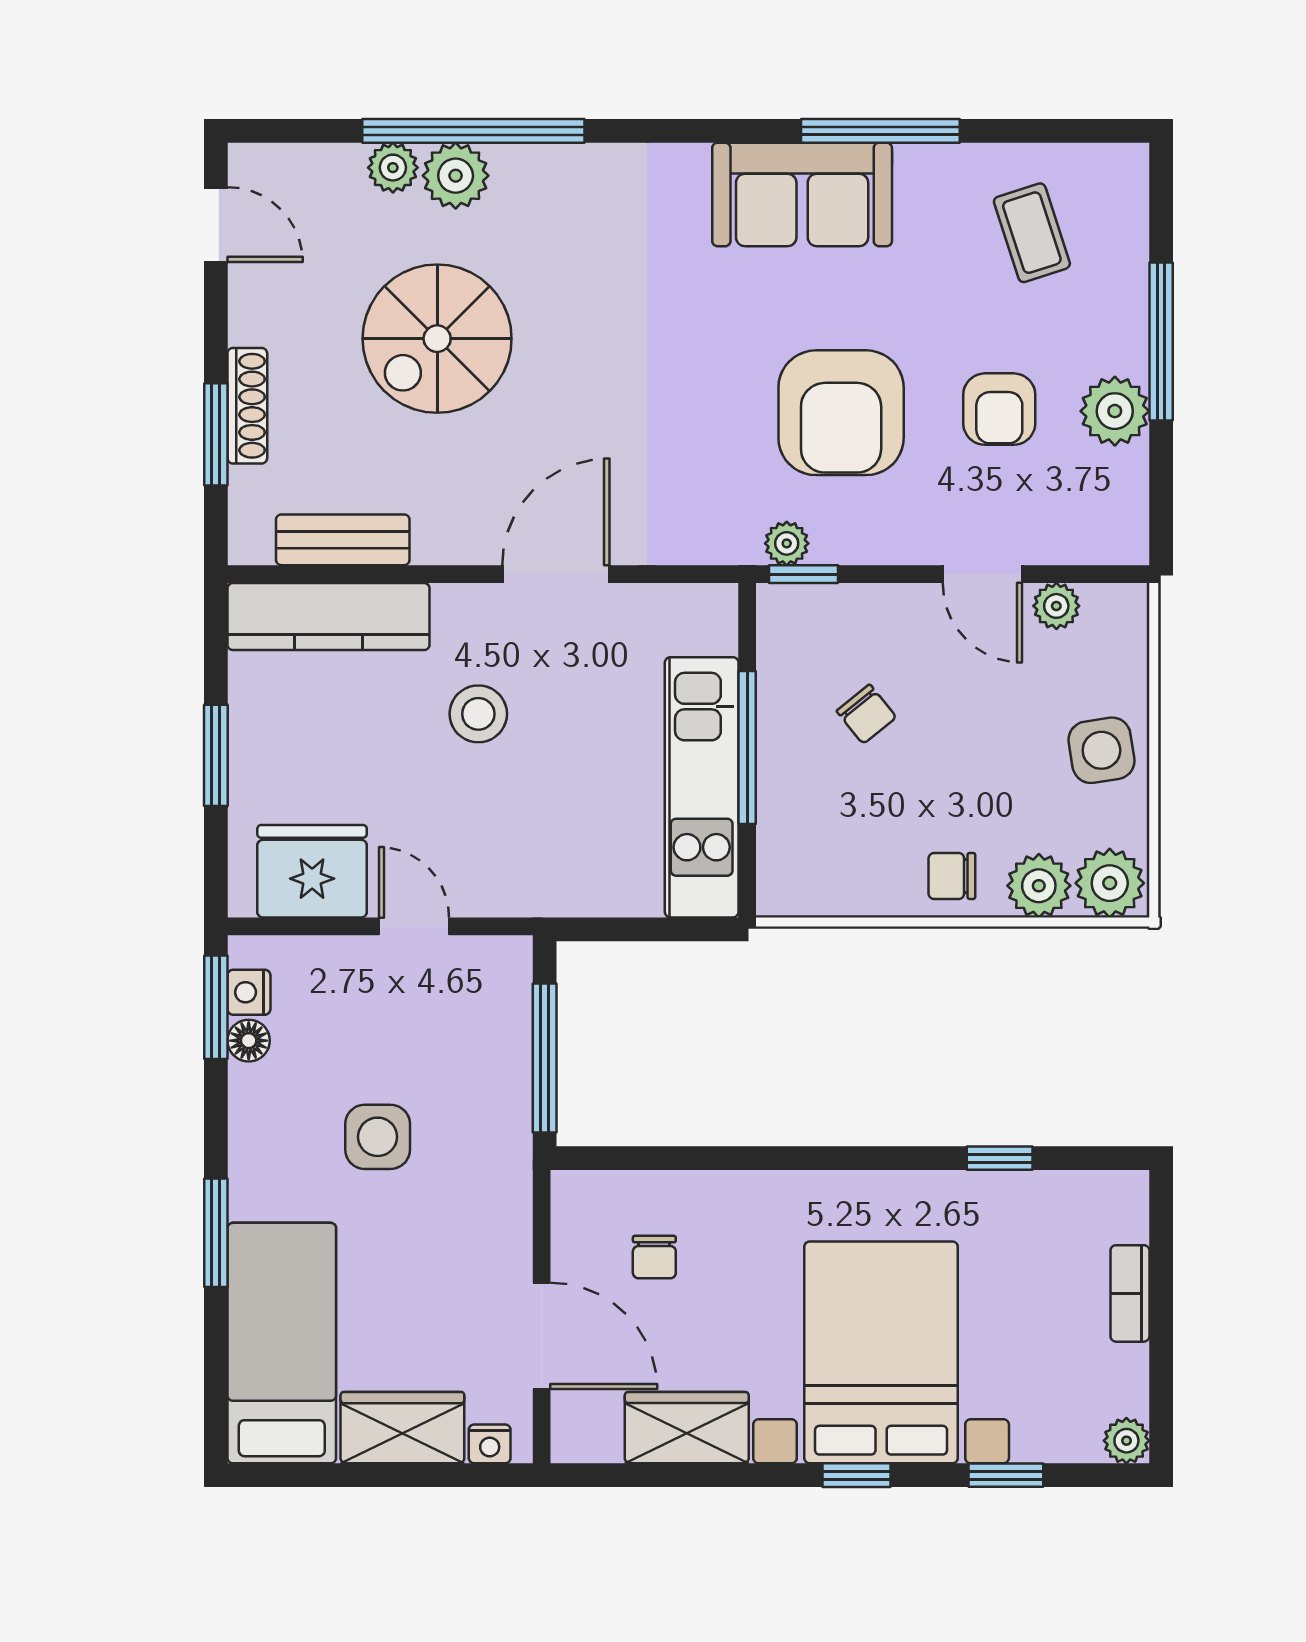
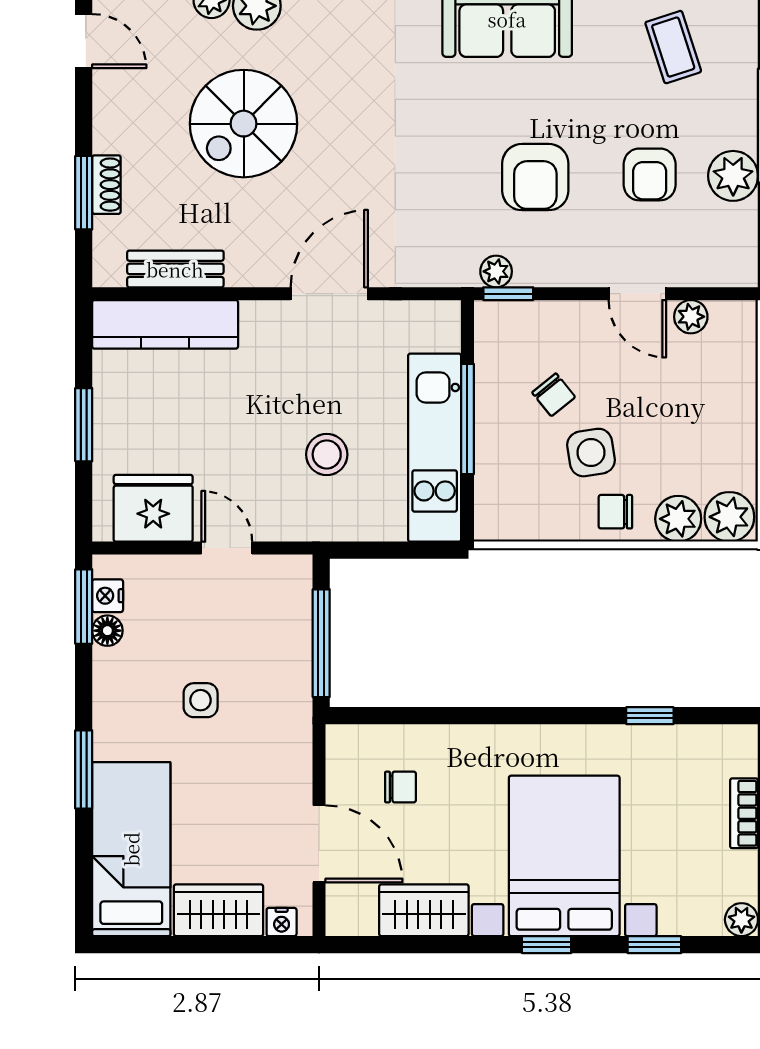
shoe rack: (247, 406) -> (106, 185), width x0.70
armchair: (841, 413) -> (535, 177), width x0.73, depth x0.73
stool: (478, 714) -> (327, 454), moved
side table: (1101, 750) -> (591, 453), moved
side table: (378, 1137) -> (201, 700), width x0.73, depth x0.73
chair: (654, 1257) -> (400, 787), turned -90

